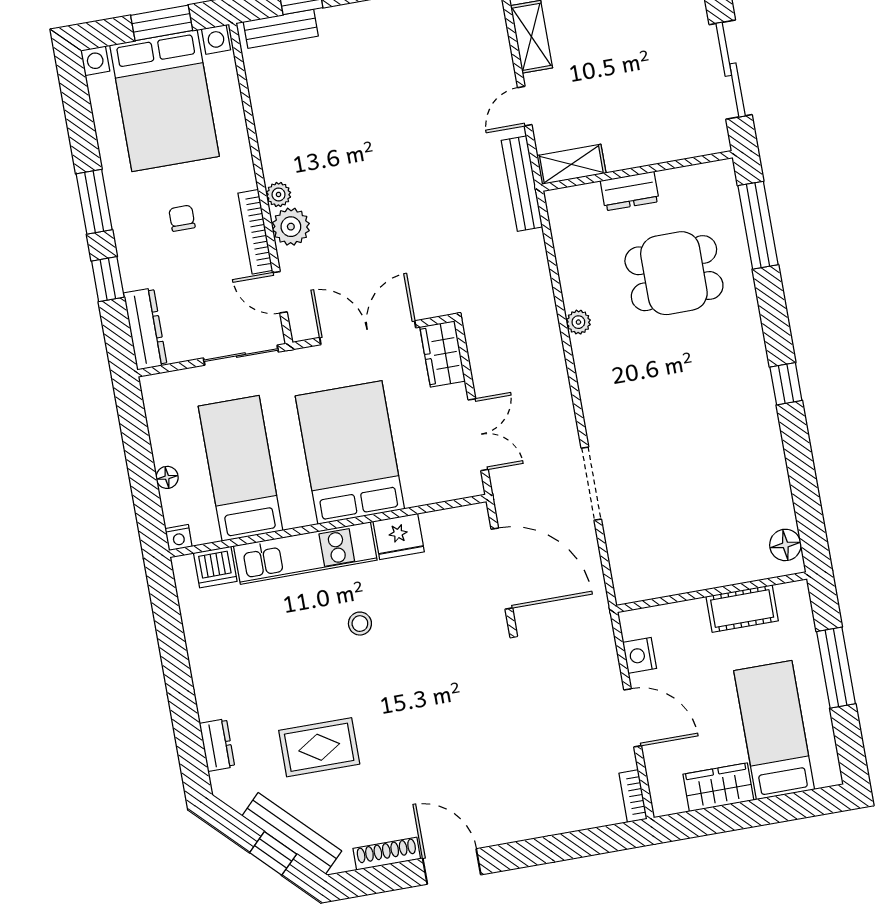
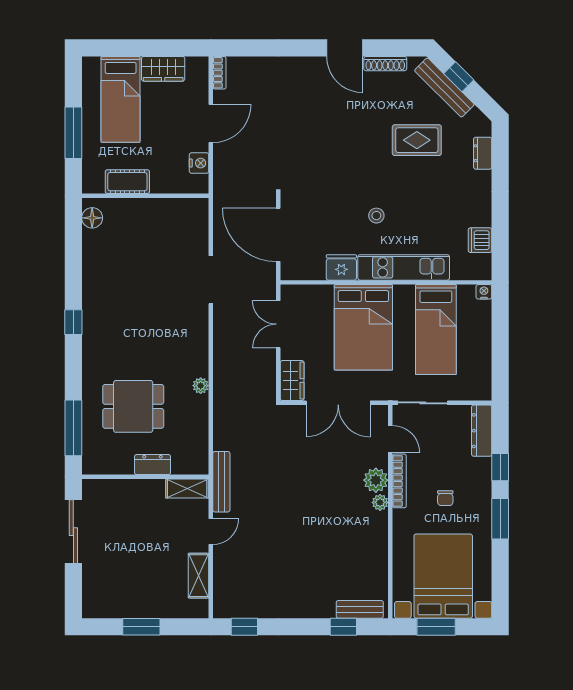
floor lamp: (167, 477) -> (484, 332), removed
dishwasher: (215, 567) -> (480, 240), moved, turned -90
door: (633, 718) -> (211, 123), swing flipped

